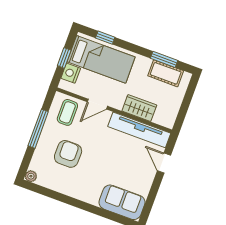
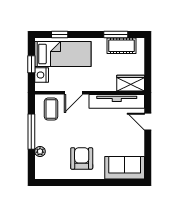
wardrobe: (139, 108) -> (131, 83), moved
armchair: (68, 154) -> (82, 158), moved
plant: (31, 176) -> (40, 152), moved

